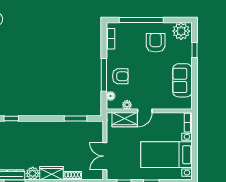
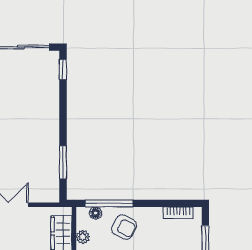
window: (104, 75) -> (109, 203), moved
armchair: (120, 76) -> (124, 227), turned -62

